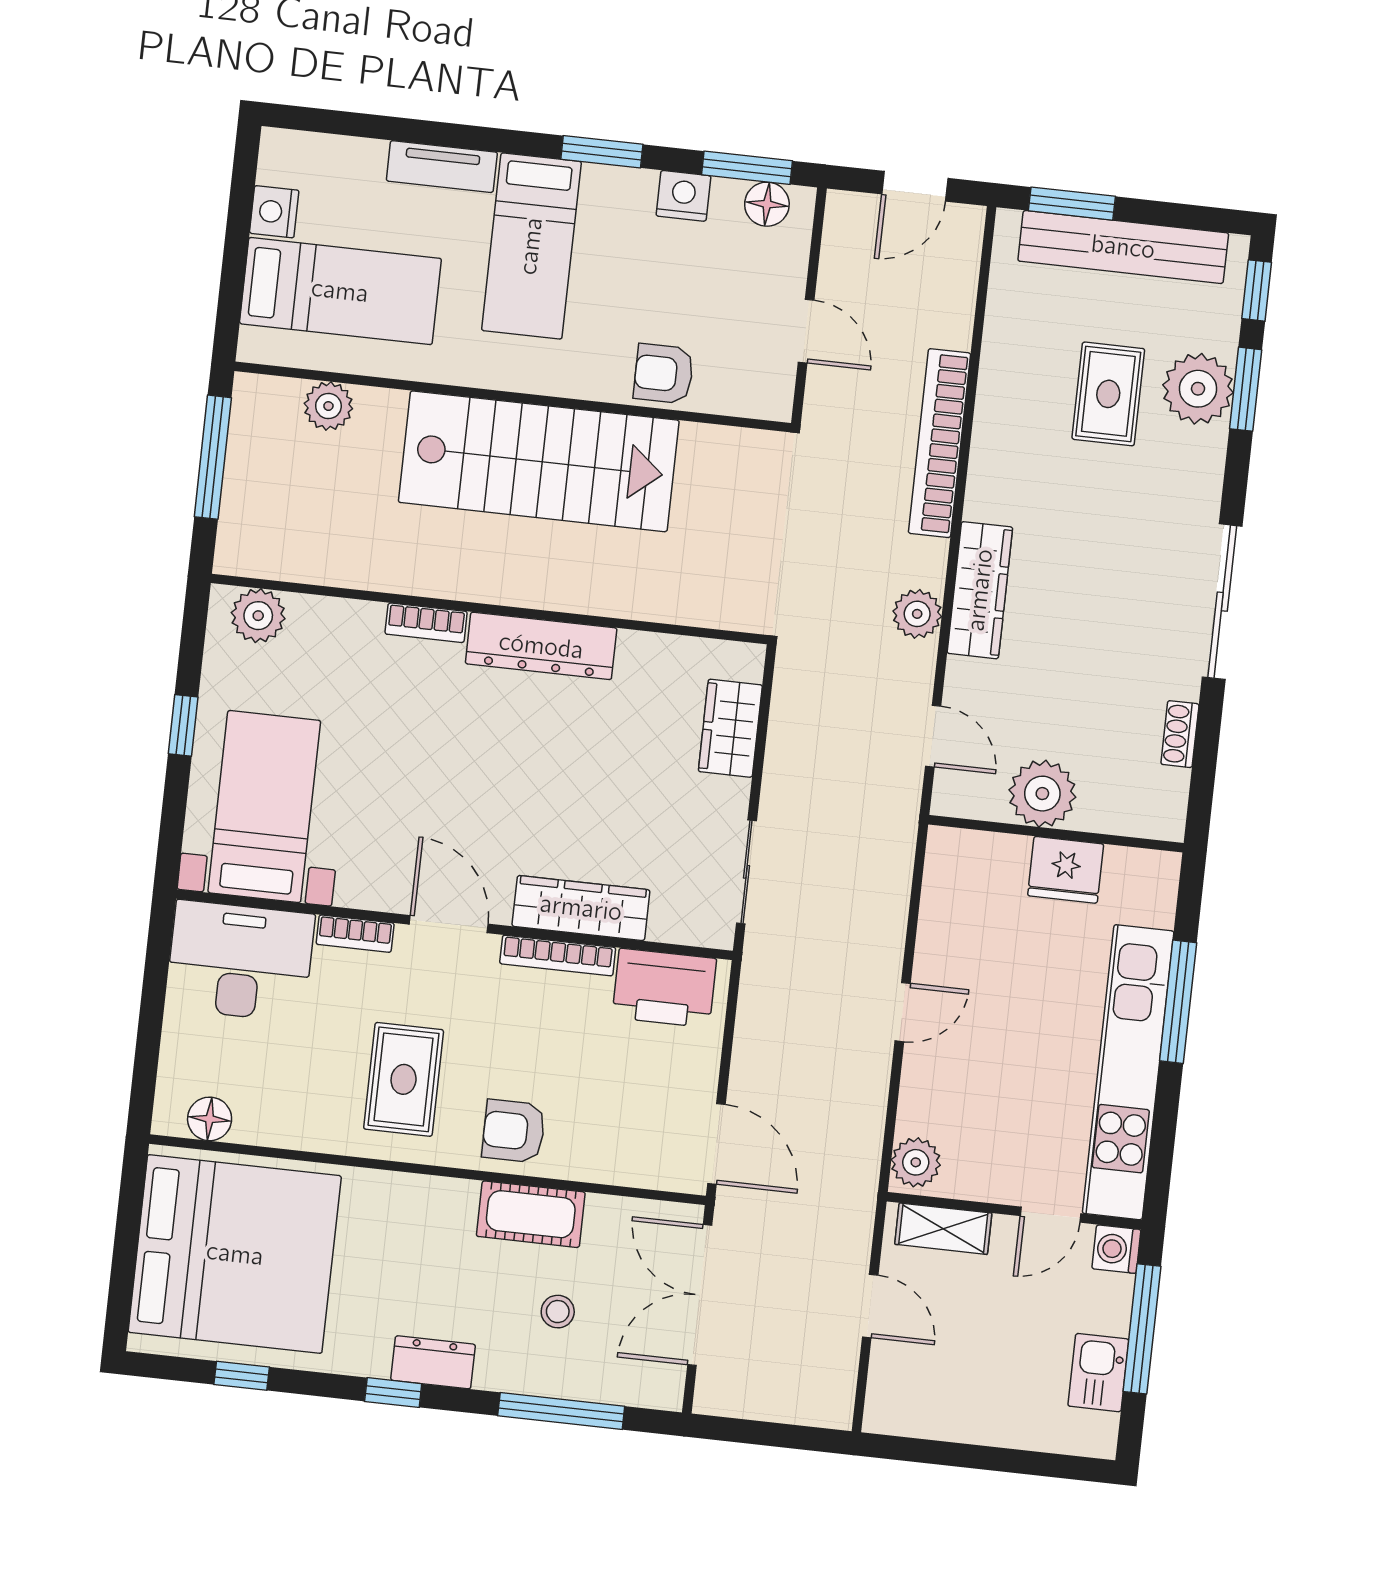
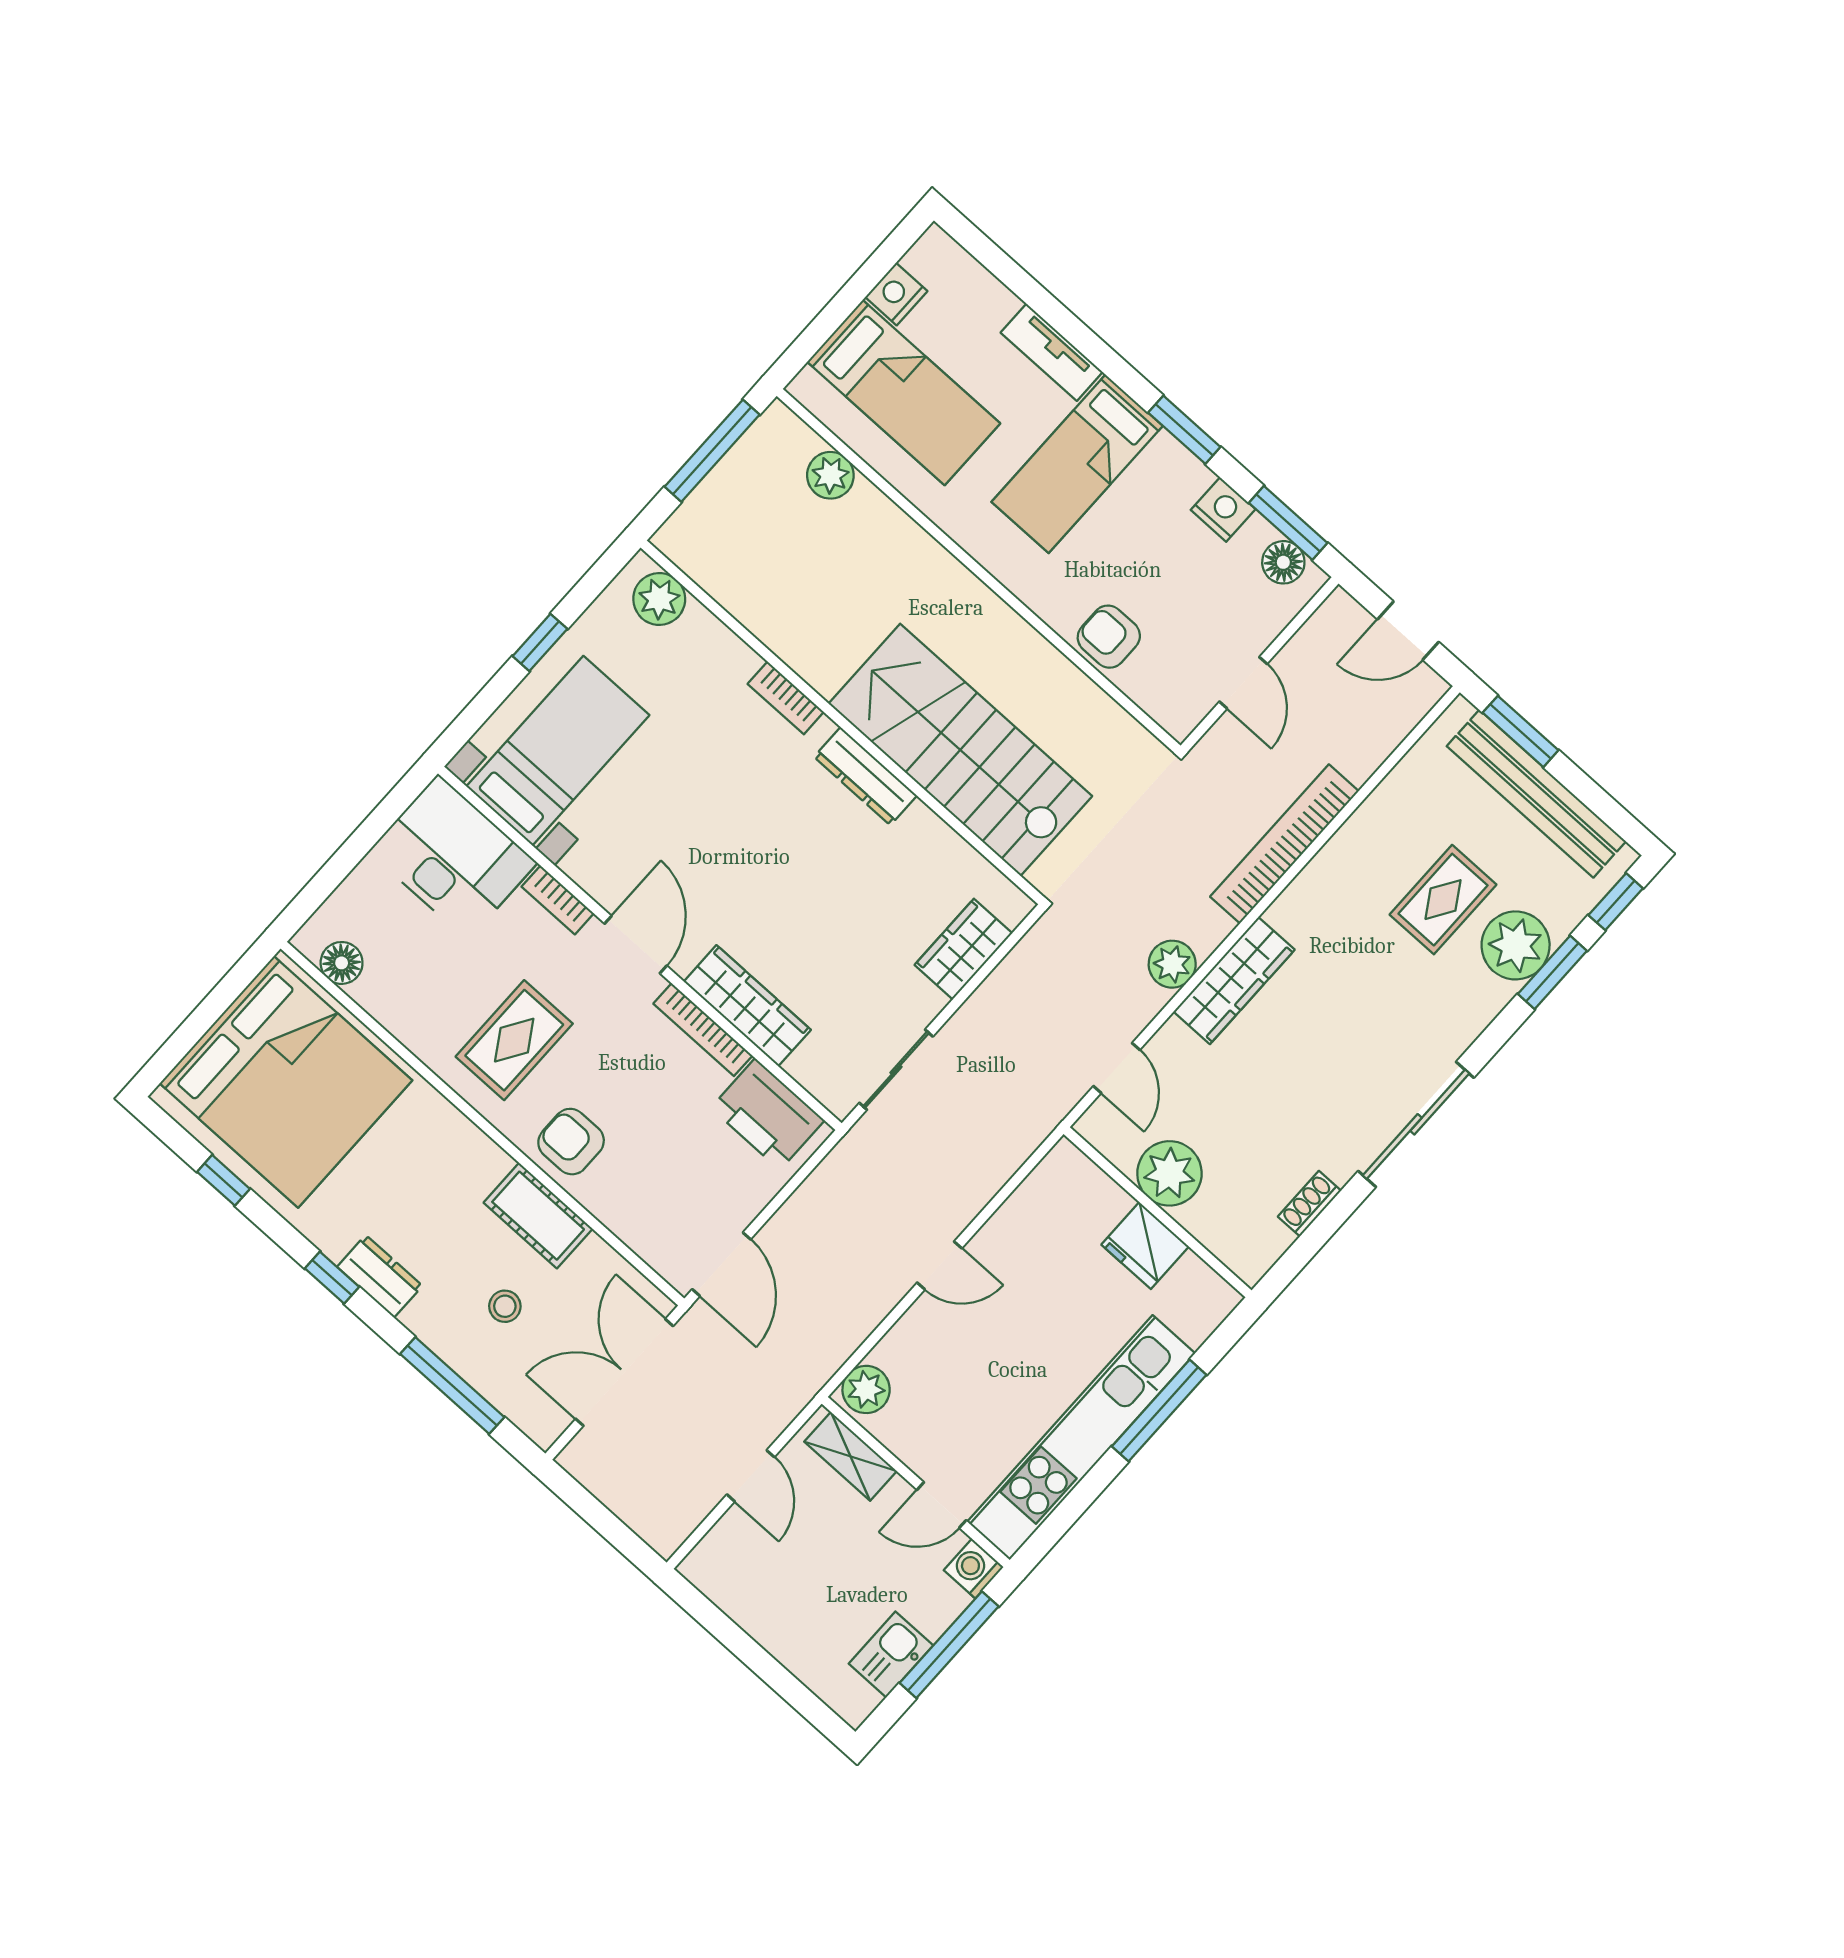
stairs: (539, 461) -> (960, 750), moved, turned 180
dresser: (541, 646) -> (865, 776), width x0.73, depth x0.80

